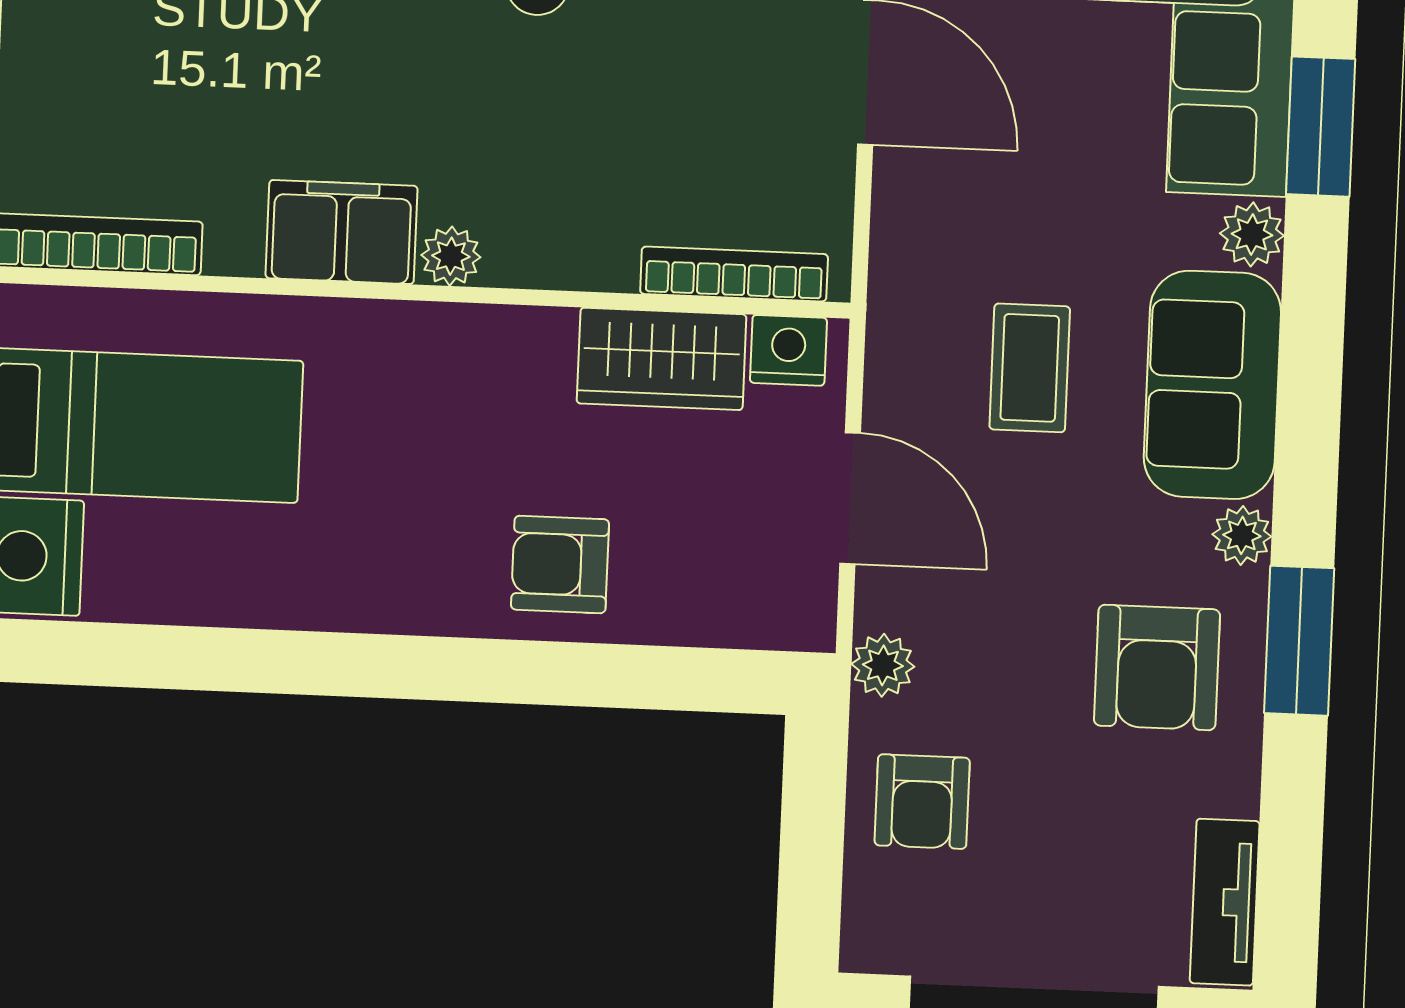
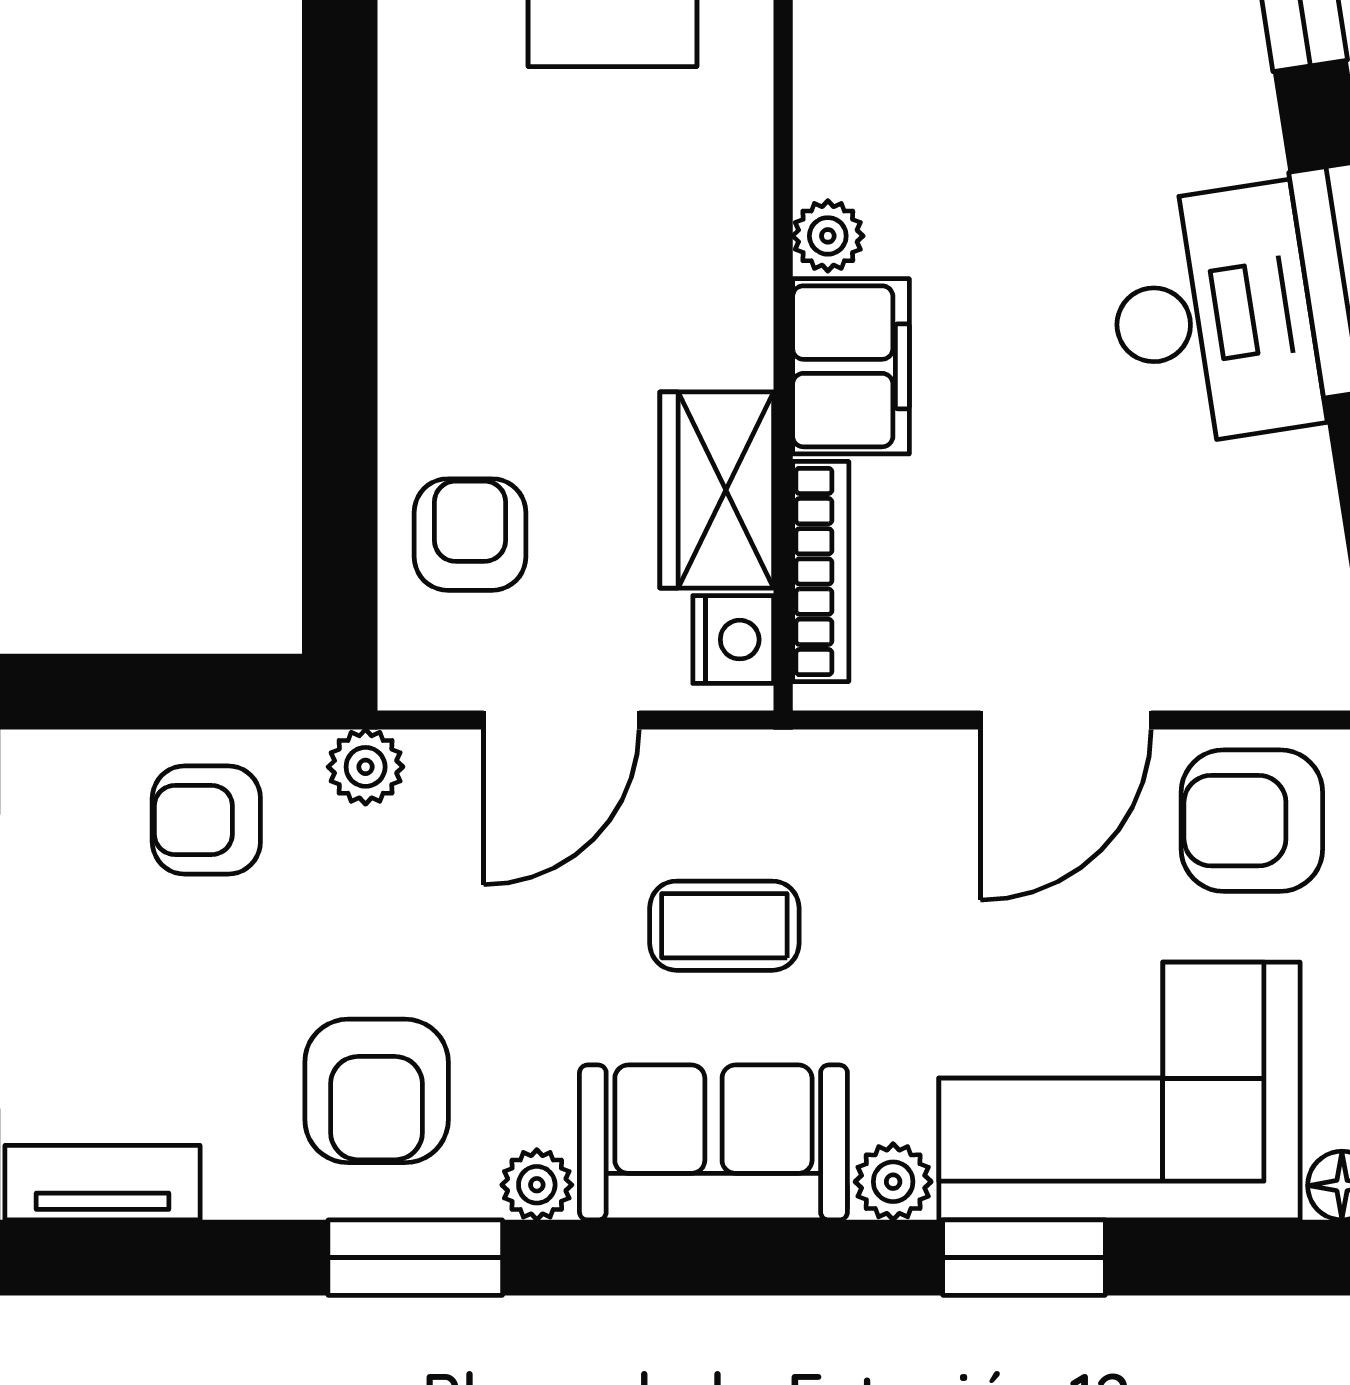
filing cabinet: (342, 232) -> (851, 366), moved
armchair: (560, 564) -> (470, 535), moved
armchair: (1157, 667) -> (377, 1091), turned -90

